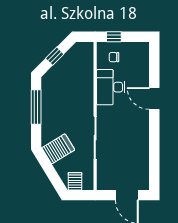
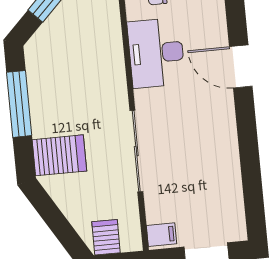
server rack: (58, 149) -> (59, 155), moved, turned 31
filing cabinet: (104, 183) -> (161, 235), added

